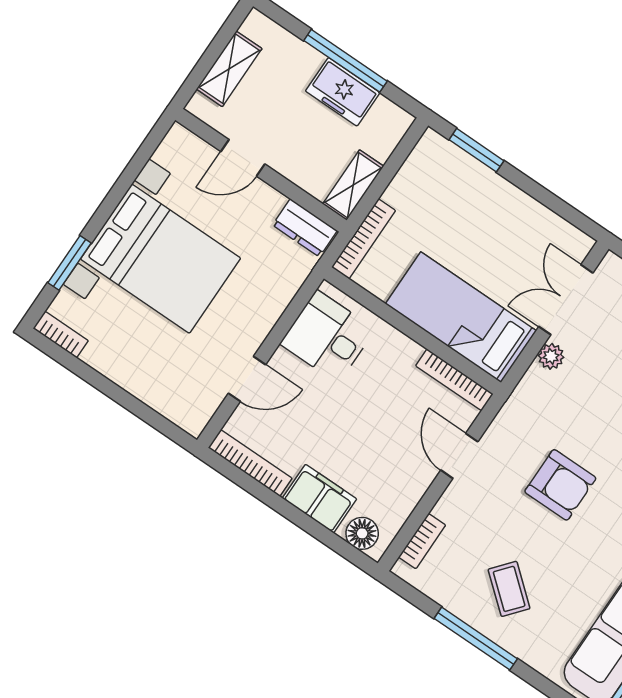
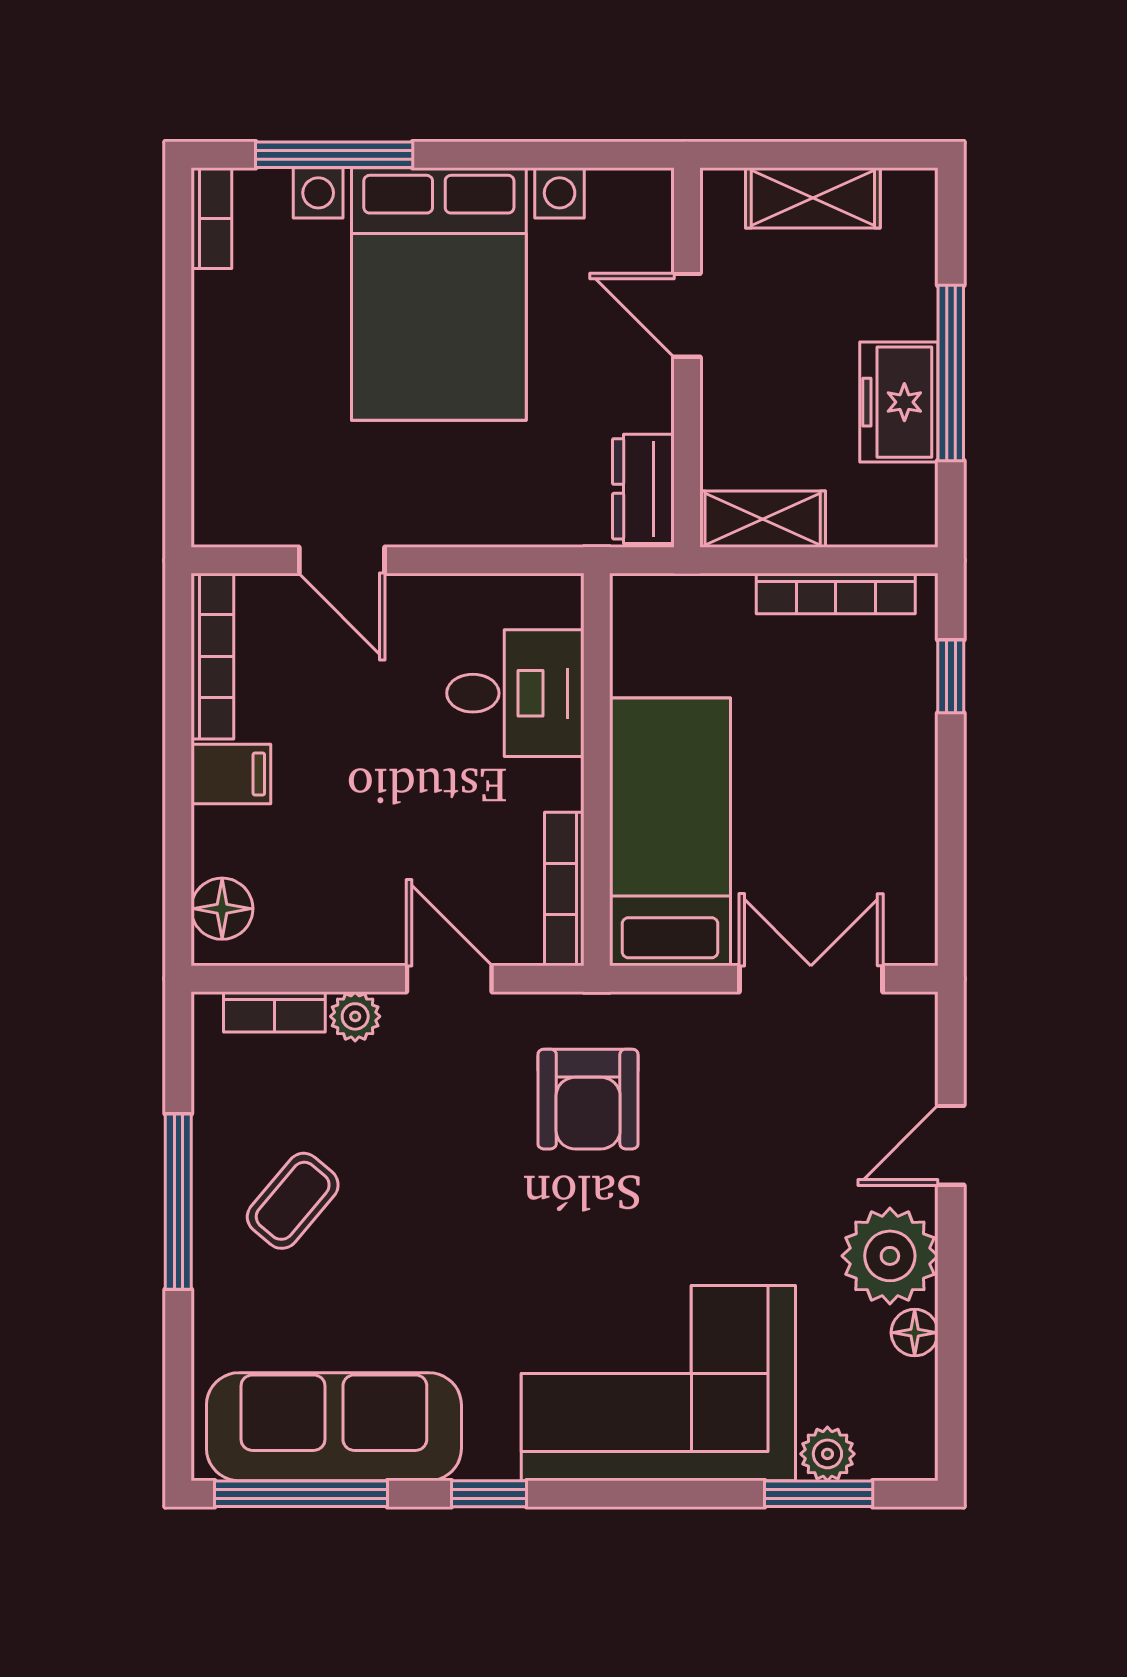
window: (476, 150) -> (951, 676), width x0.67
bookcase: (364, 239) -> (836, 593), moved
window: (70, 263) -> (334, 155), width x1.44
desk: (327, 337) -> (515, 693), moved, turned 90
plant: (551, 356) -> (355, 1016), moved
door: (459, 456) -> (449, 979), hinge flipped
armchair: (560, 485) -> (588, 1099), moved
filing cabinet: (319, 499) -> (231, 774), width x0.50

